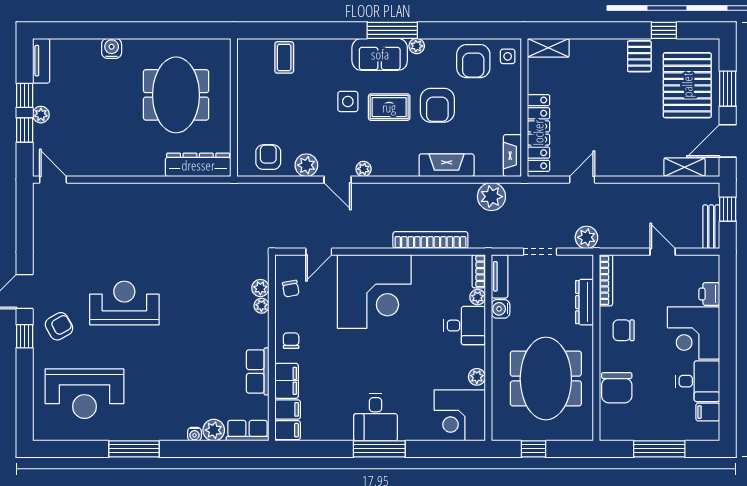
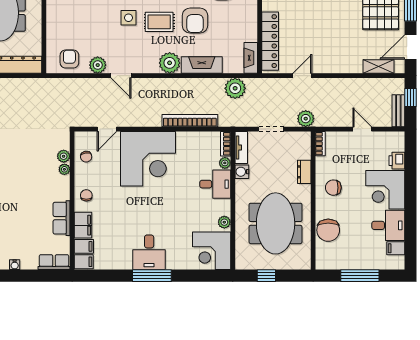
plant: (364, 169) -> (170, 63), moved, width x1.88, depth x1.88
bookcase: (606, 280) -> (320, 144), width x0.64
dresser: (585, 302) -> (304, 172), width x0.70
plant: (214, 430) -> (29, 262), removed

